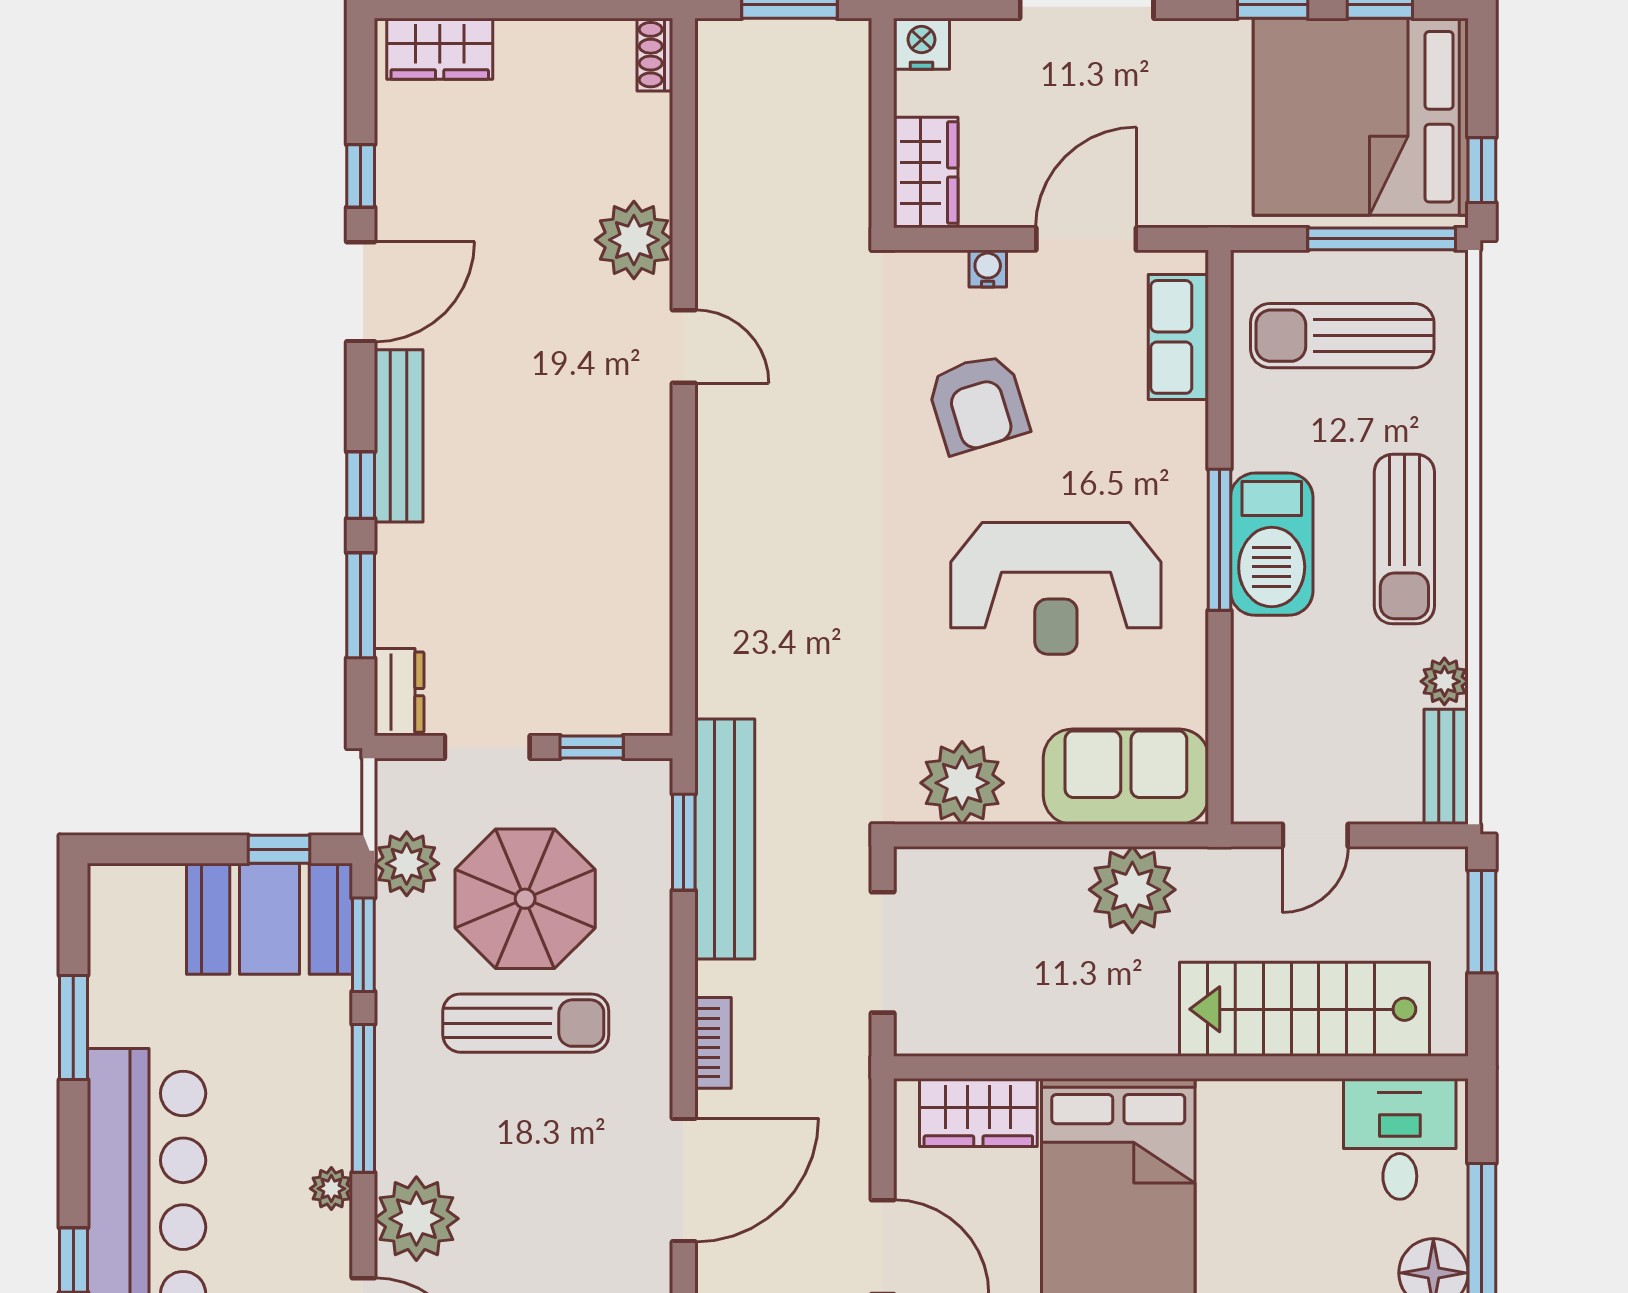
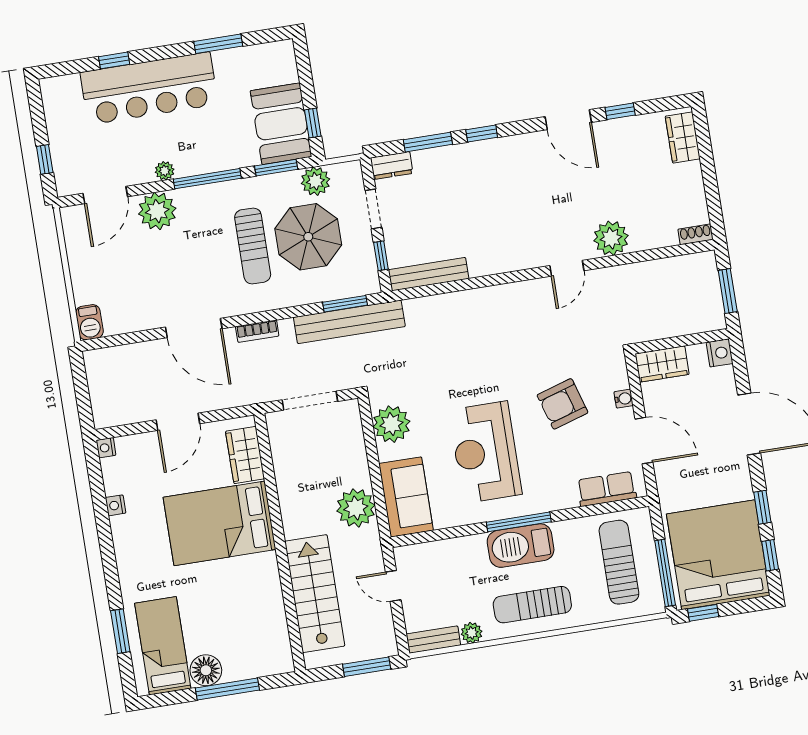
bench: (399, 436) -> (429, 274), moved
desk: (1400, 1139) -> (263, 646), removed

